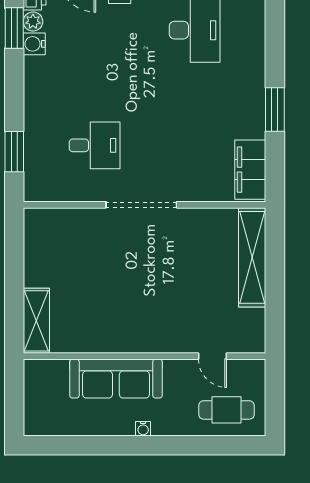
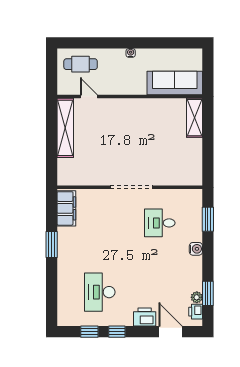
water cooler: (34, 44) -> (196, 249), moved
shelving: (252, 257) -> (65, 128), moved
sofa: (116, 379) -> (175, 83), moved

